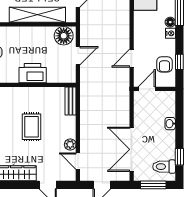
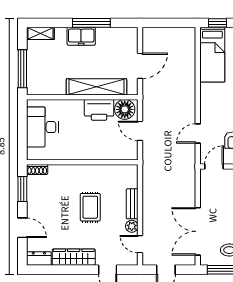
door: (78, 56) -> (140, 131), swing flipped
printer: (33, 73) -> (99, 110), moved, turned 180
bench: (71, 101) -> (132, 204), moved

